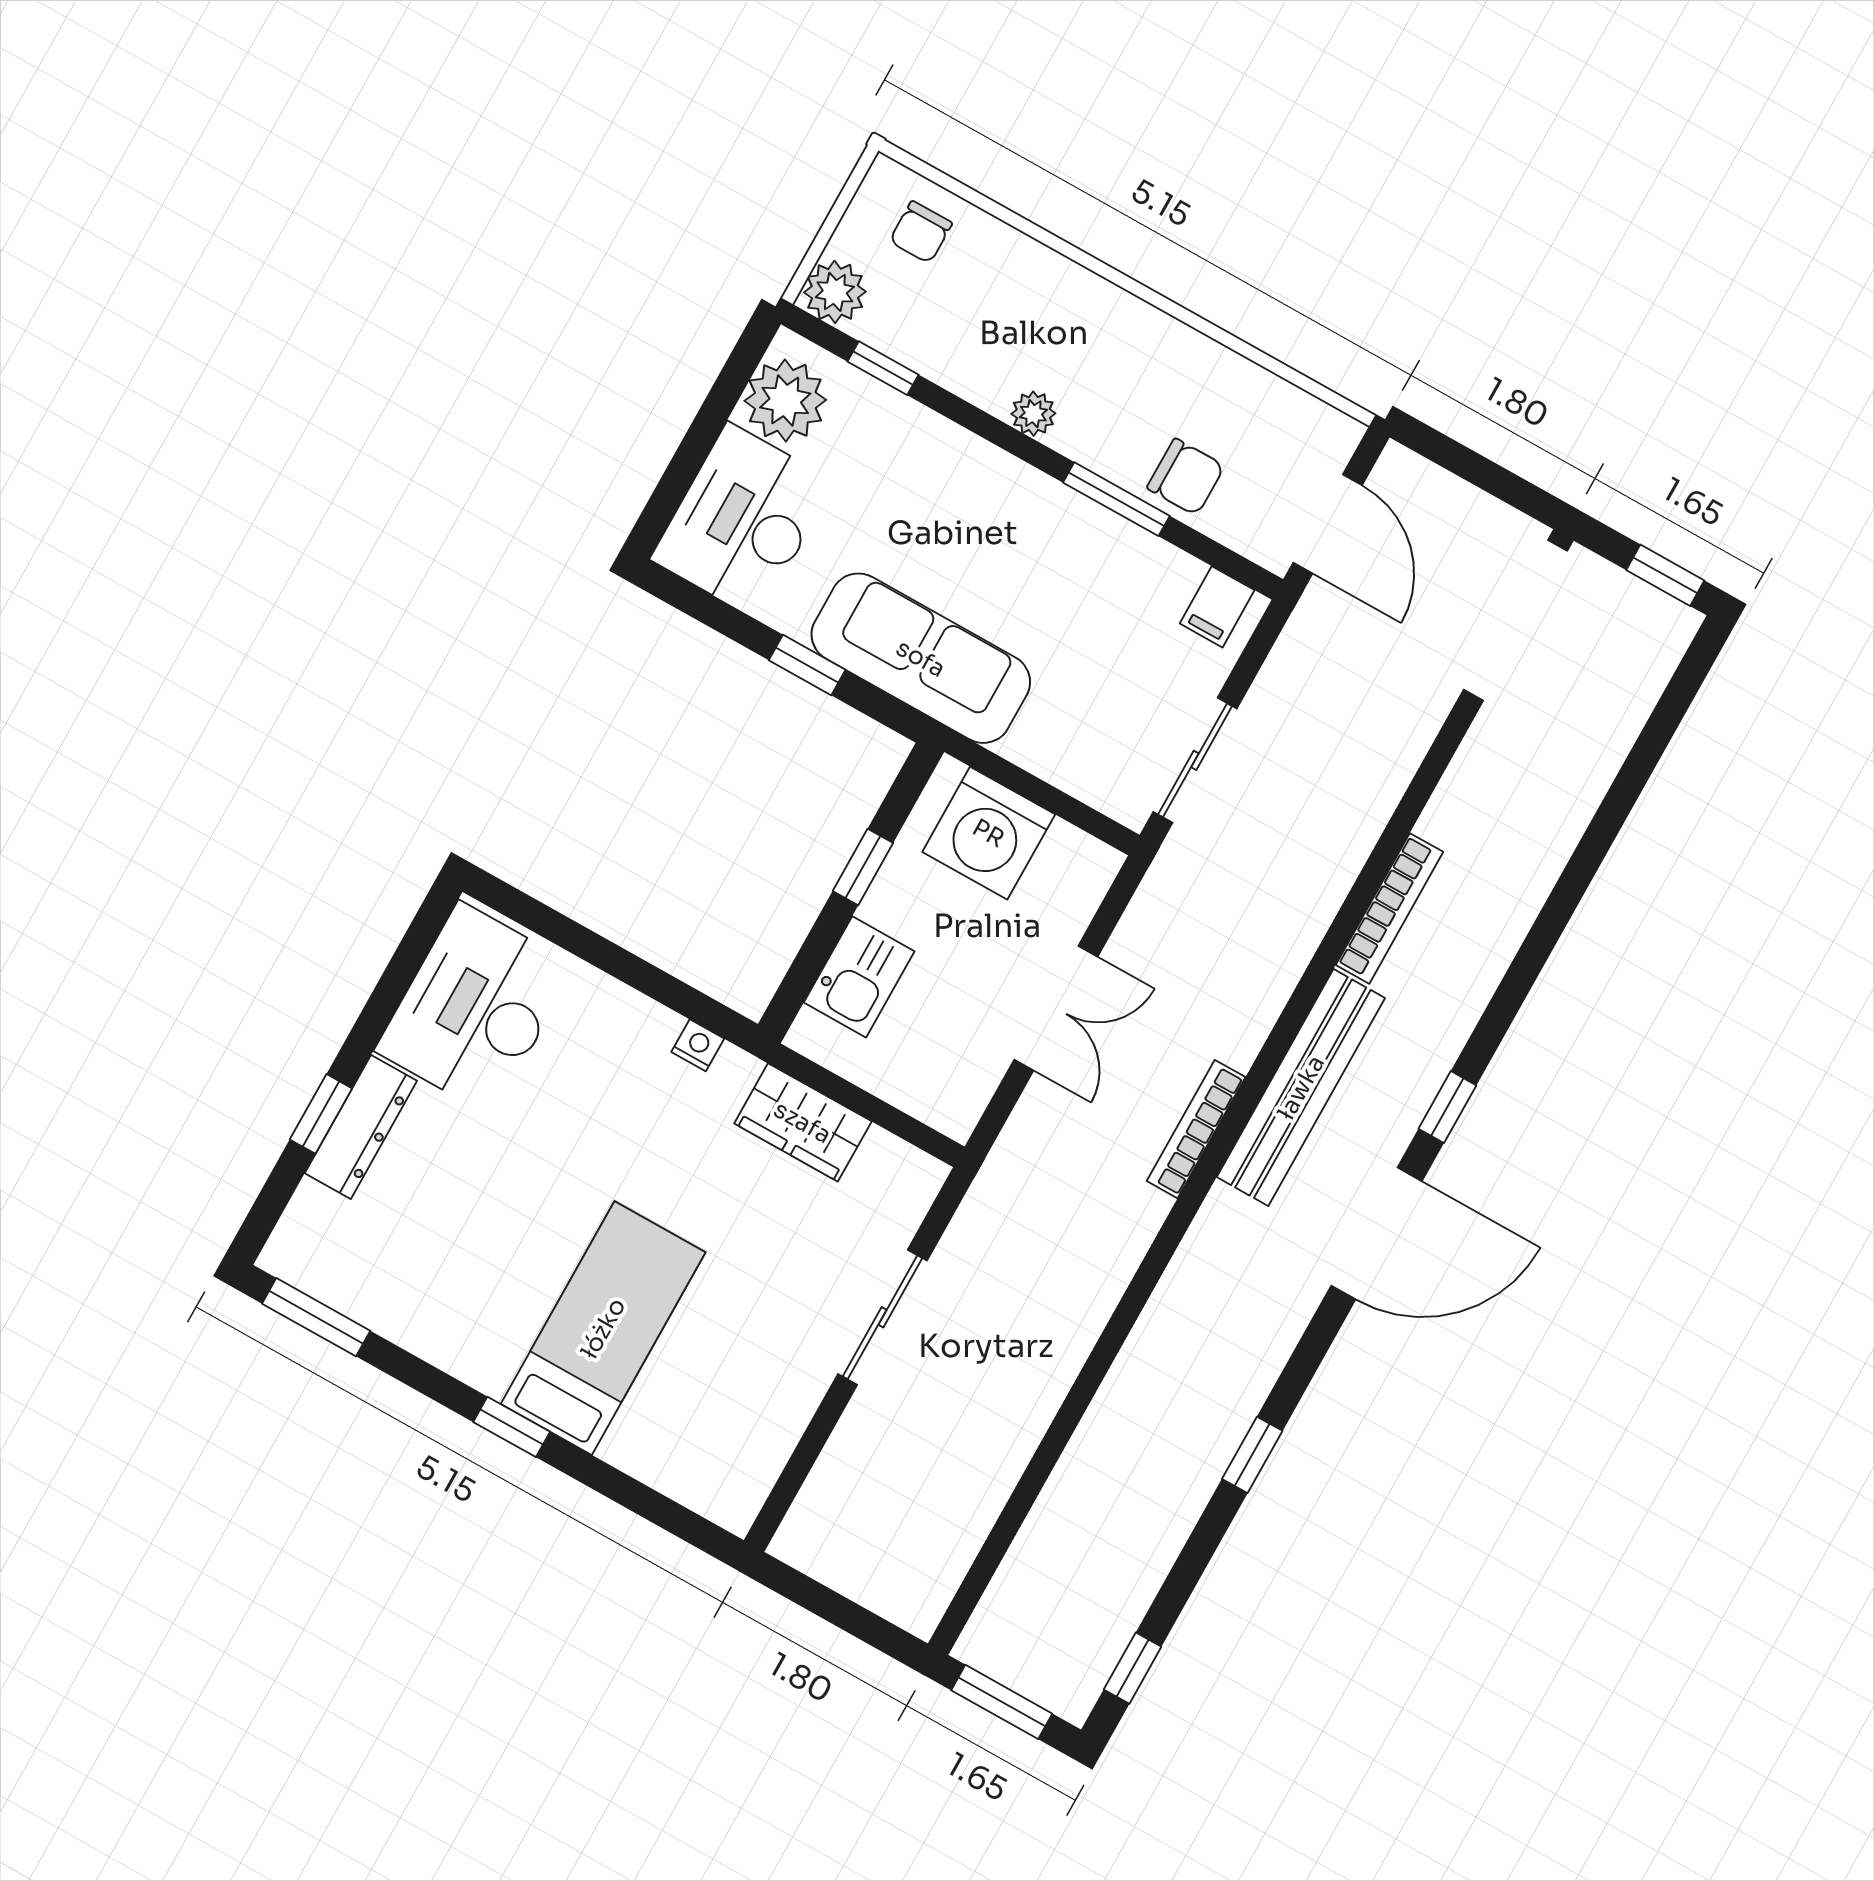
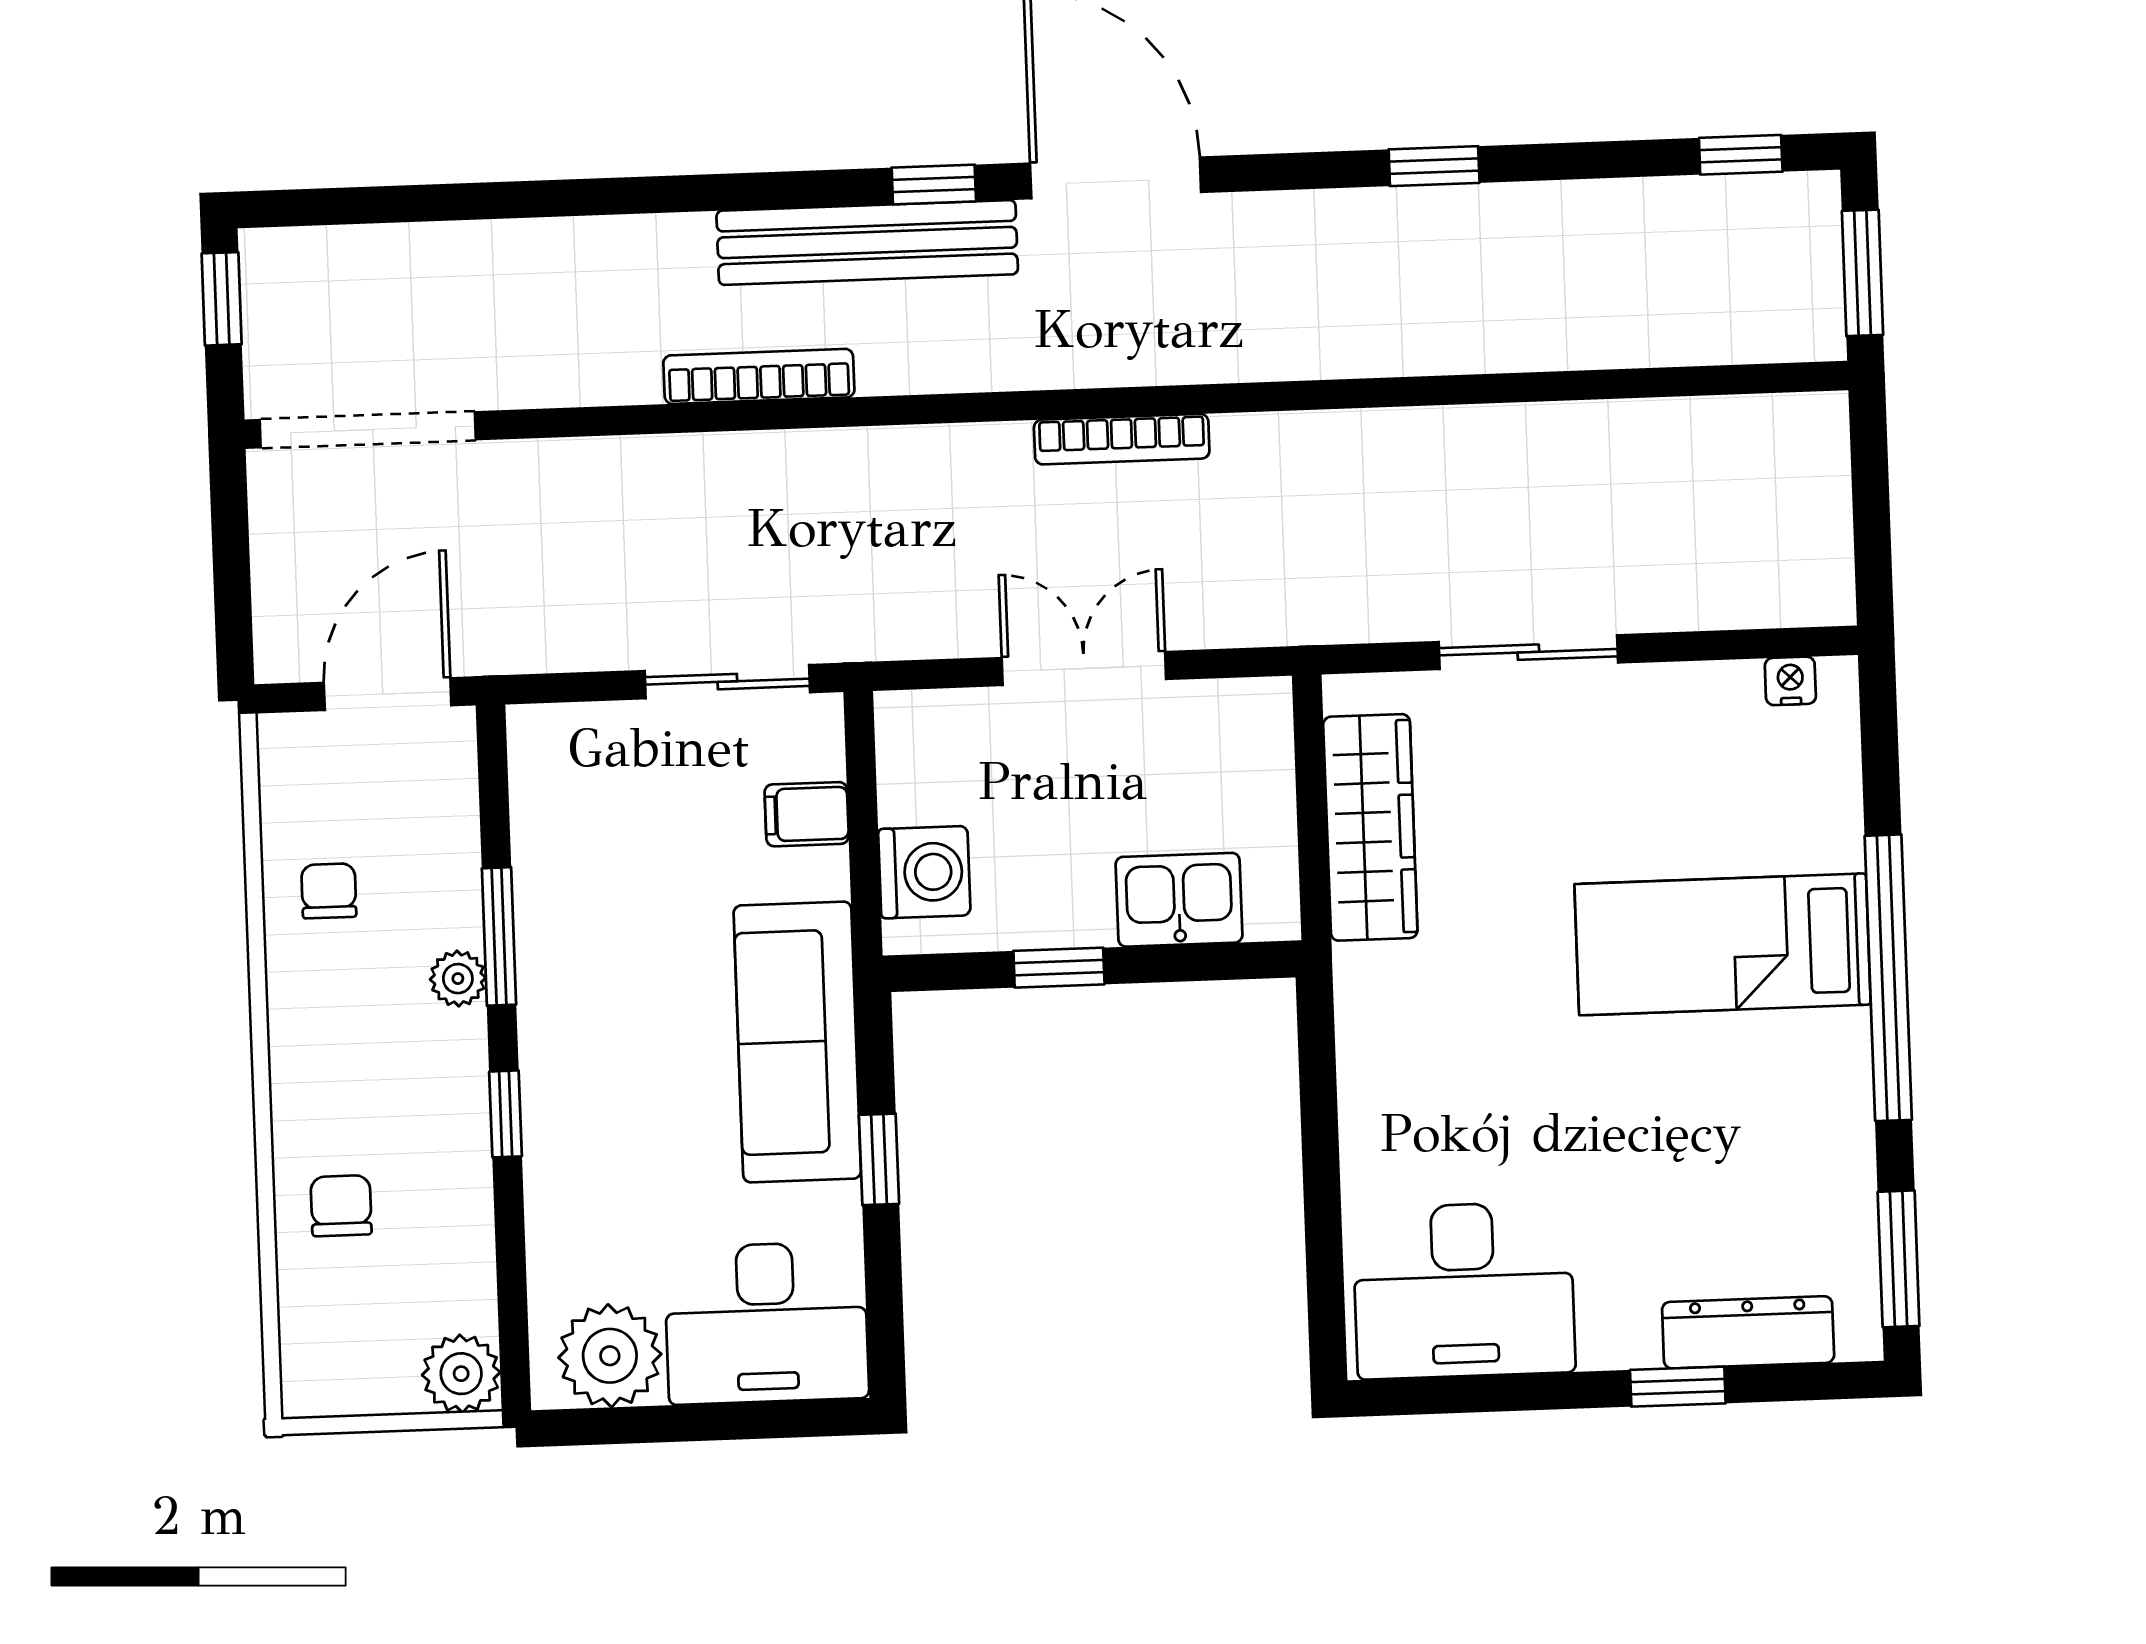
chair: (921, 232) -> (341, 1206), moved, turned -90
window: (883, 368) -> (506, 1114), moved
plant: (1033, 414) -> (458, 979), moved
chair: (1186, 477) -> (329, 891), moved, width x0.73, depth x0.73
filing cabinet: (1217, 607) -> (807, 814), moved, turned 180
washing machine: (989, 833) -> (924, 872), width x0.73, depth x0.73
nightstand: (698, 1045) -> (1790, 681), moved, turned 90
bench: (1301, 1087) -> (867, 243), moved
wardrobe: (803, 1122) -> (1370, 827), width x1.50
dresser: (361, 1127) -> (1748, 1332), moved
window: (512, 1427) -> (1888, 978), width x3.17

